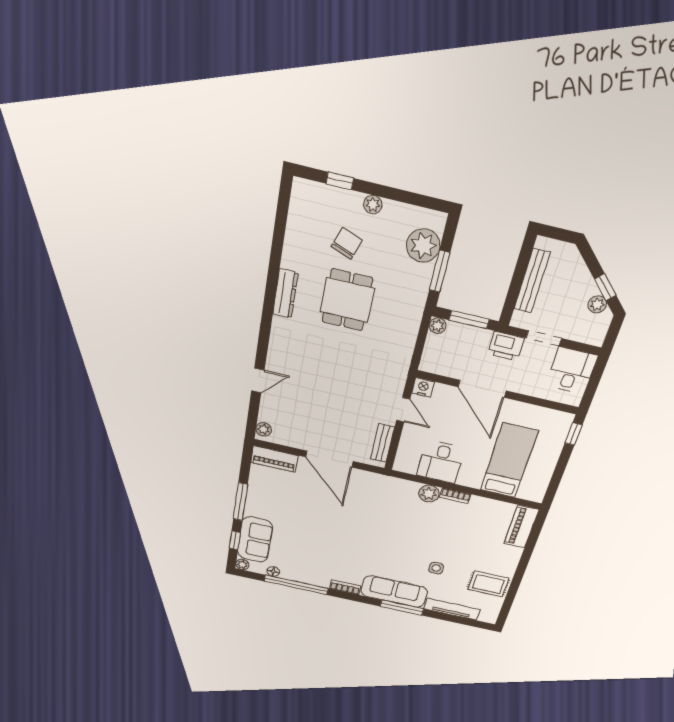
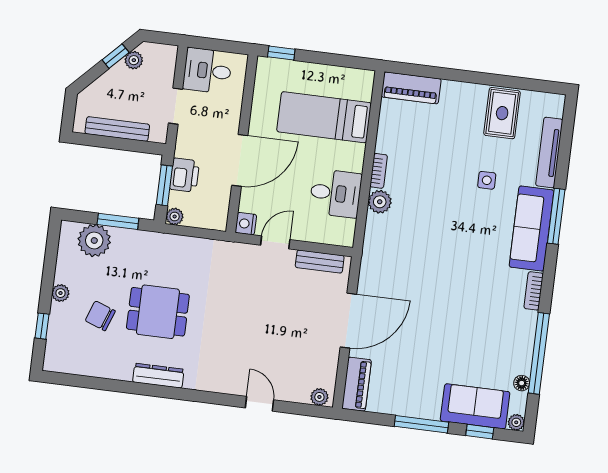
printer: (506, 346) -> (184, 175), moved

